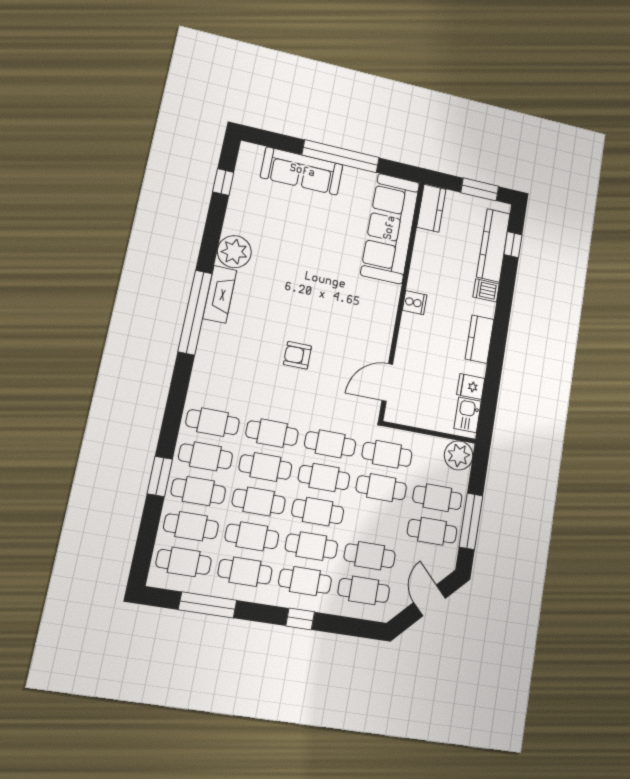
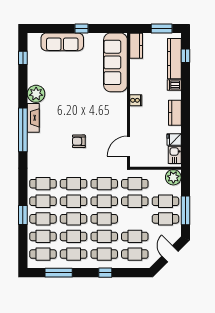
window: (341, 156) -> (81, 28), width x0.32

